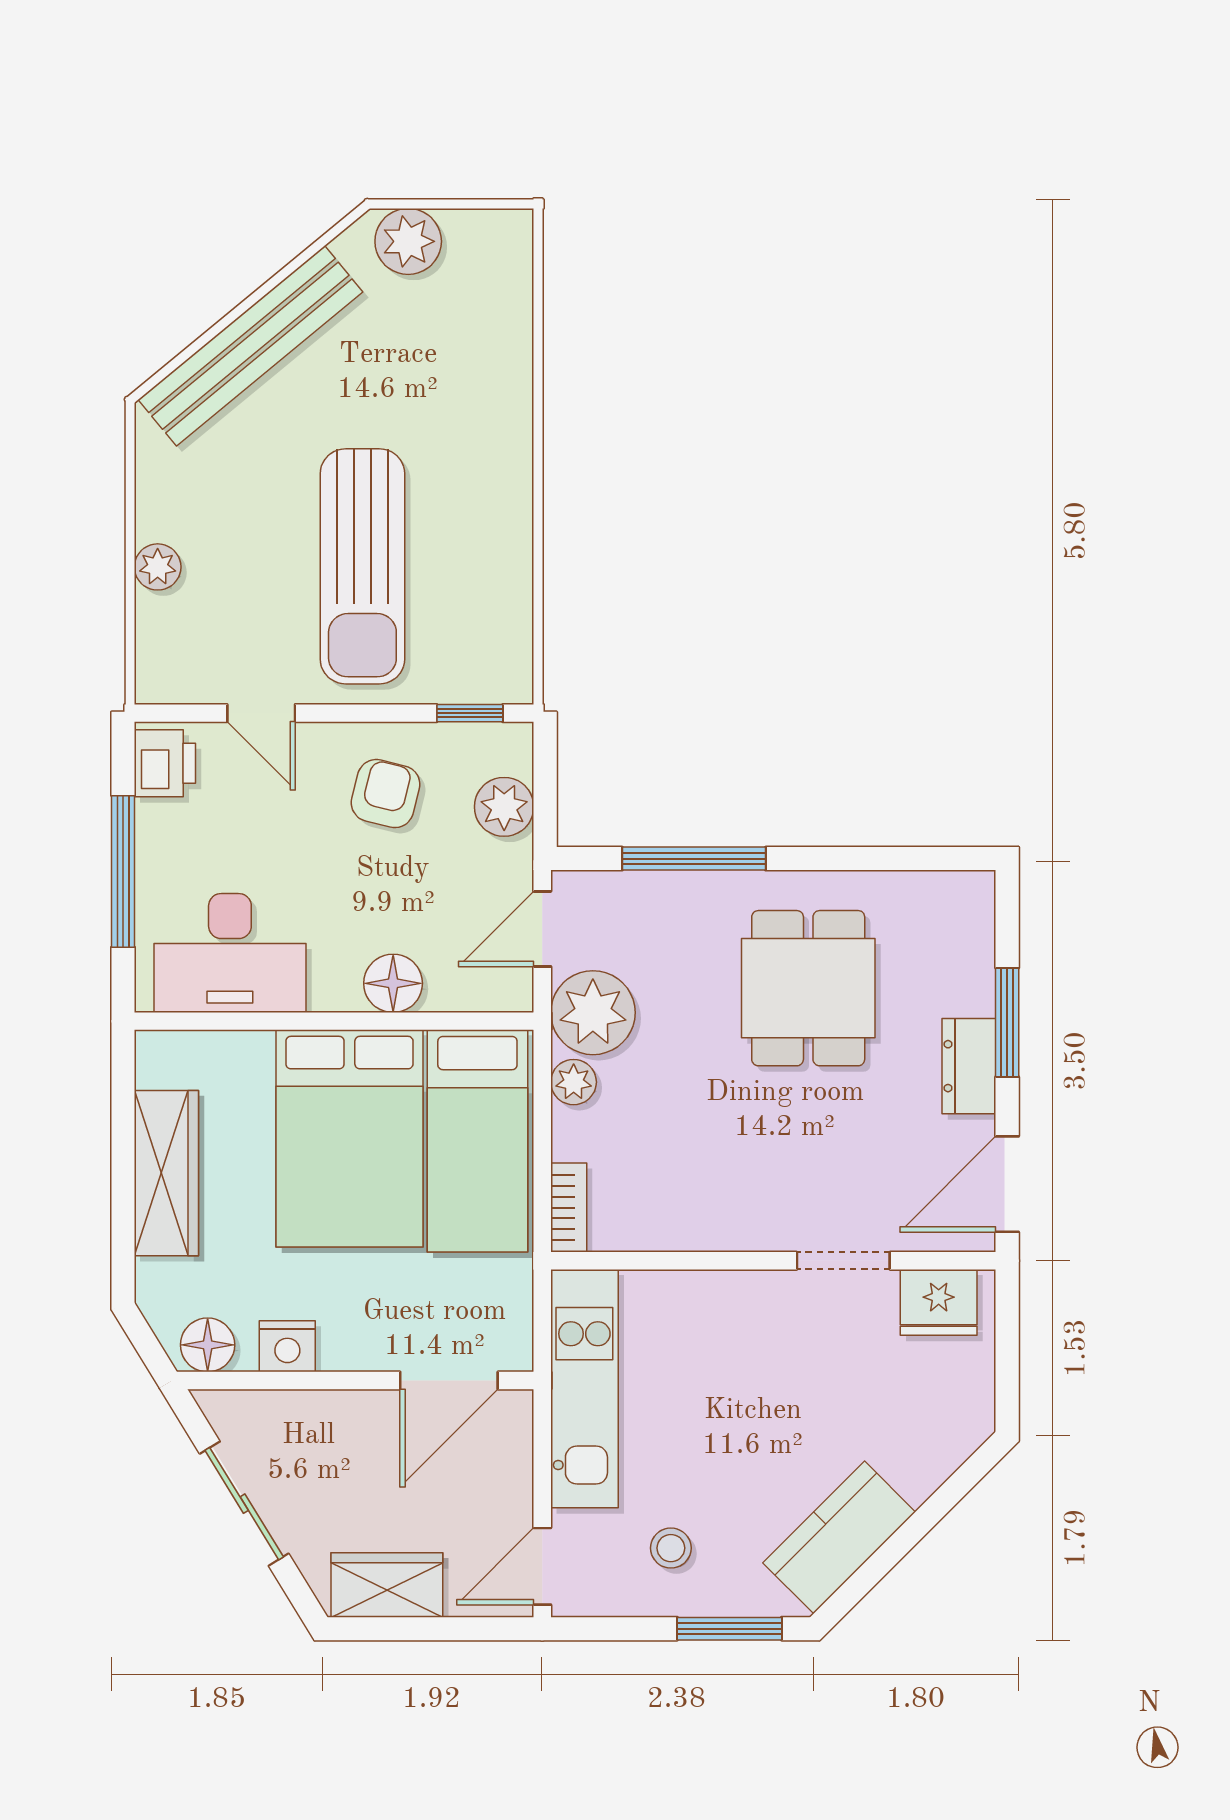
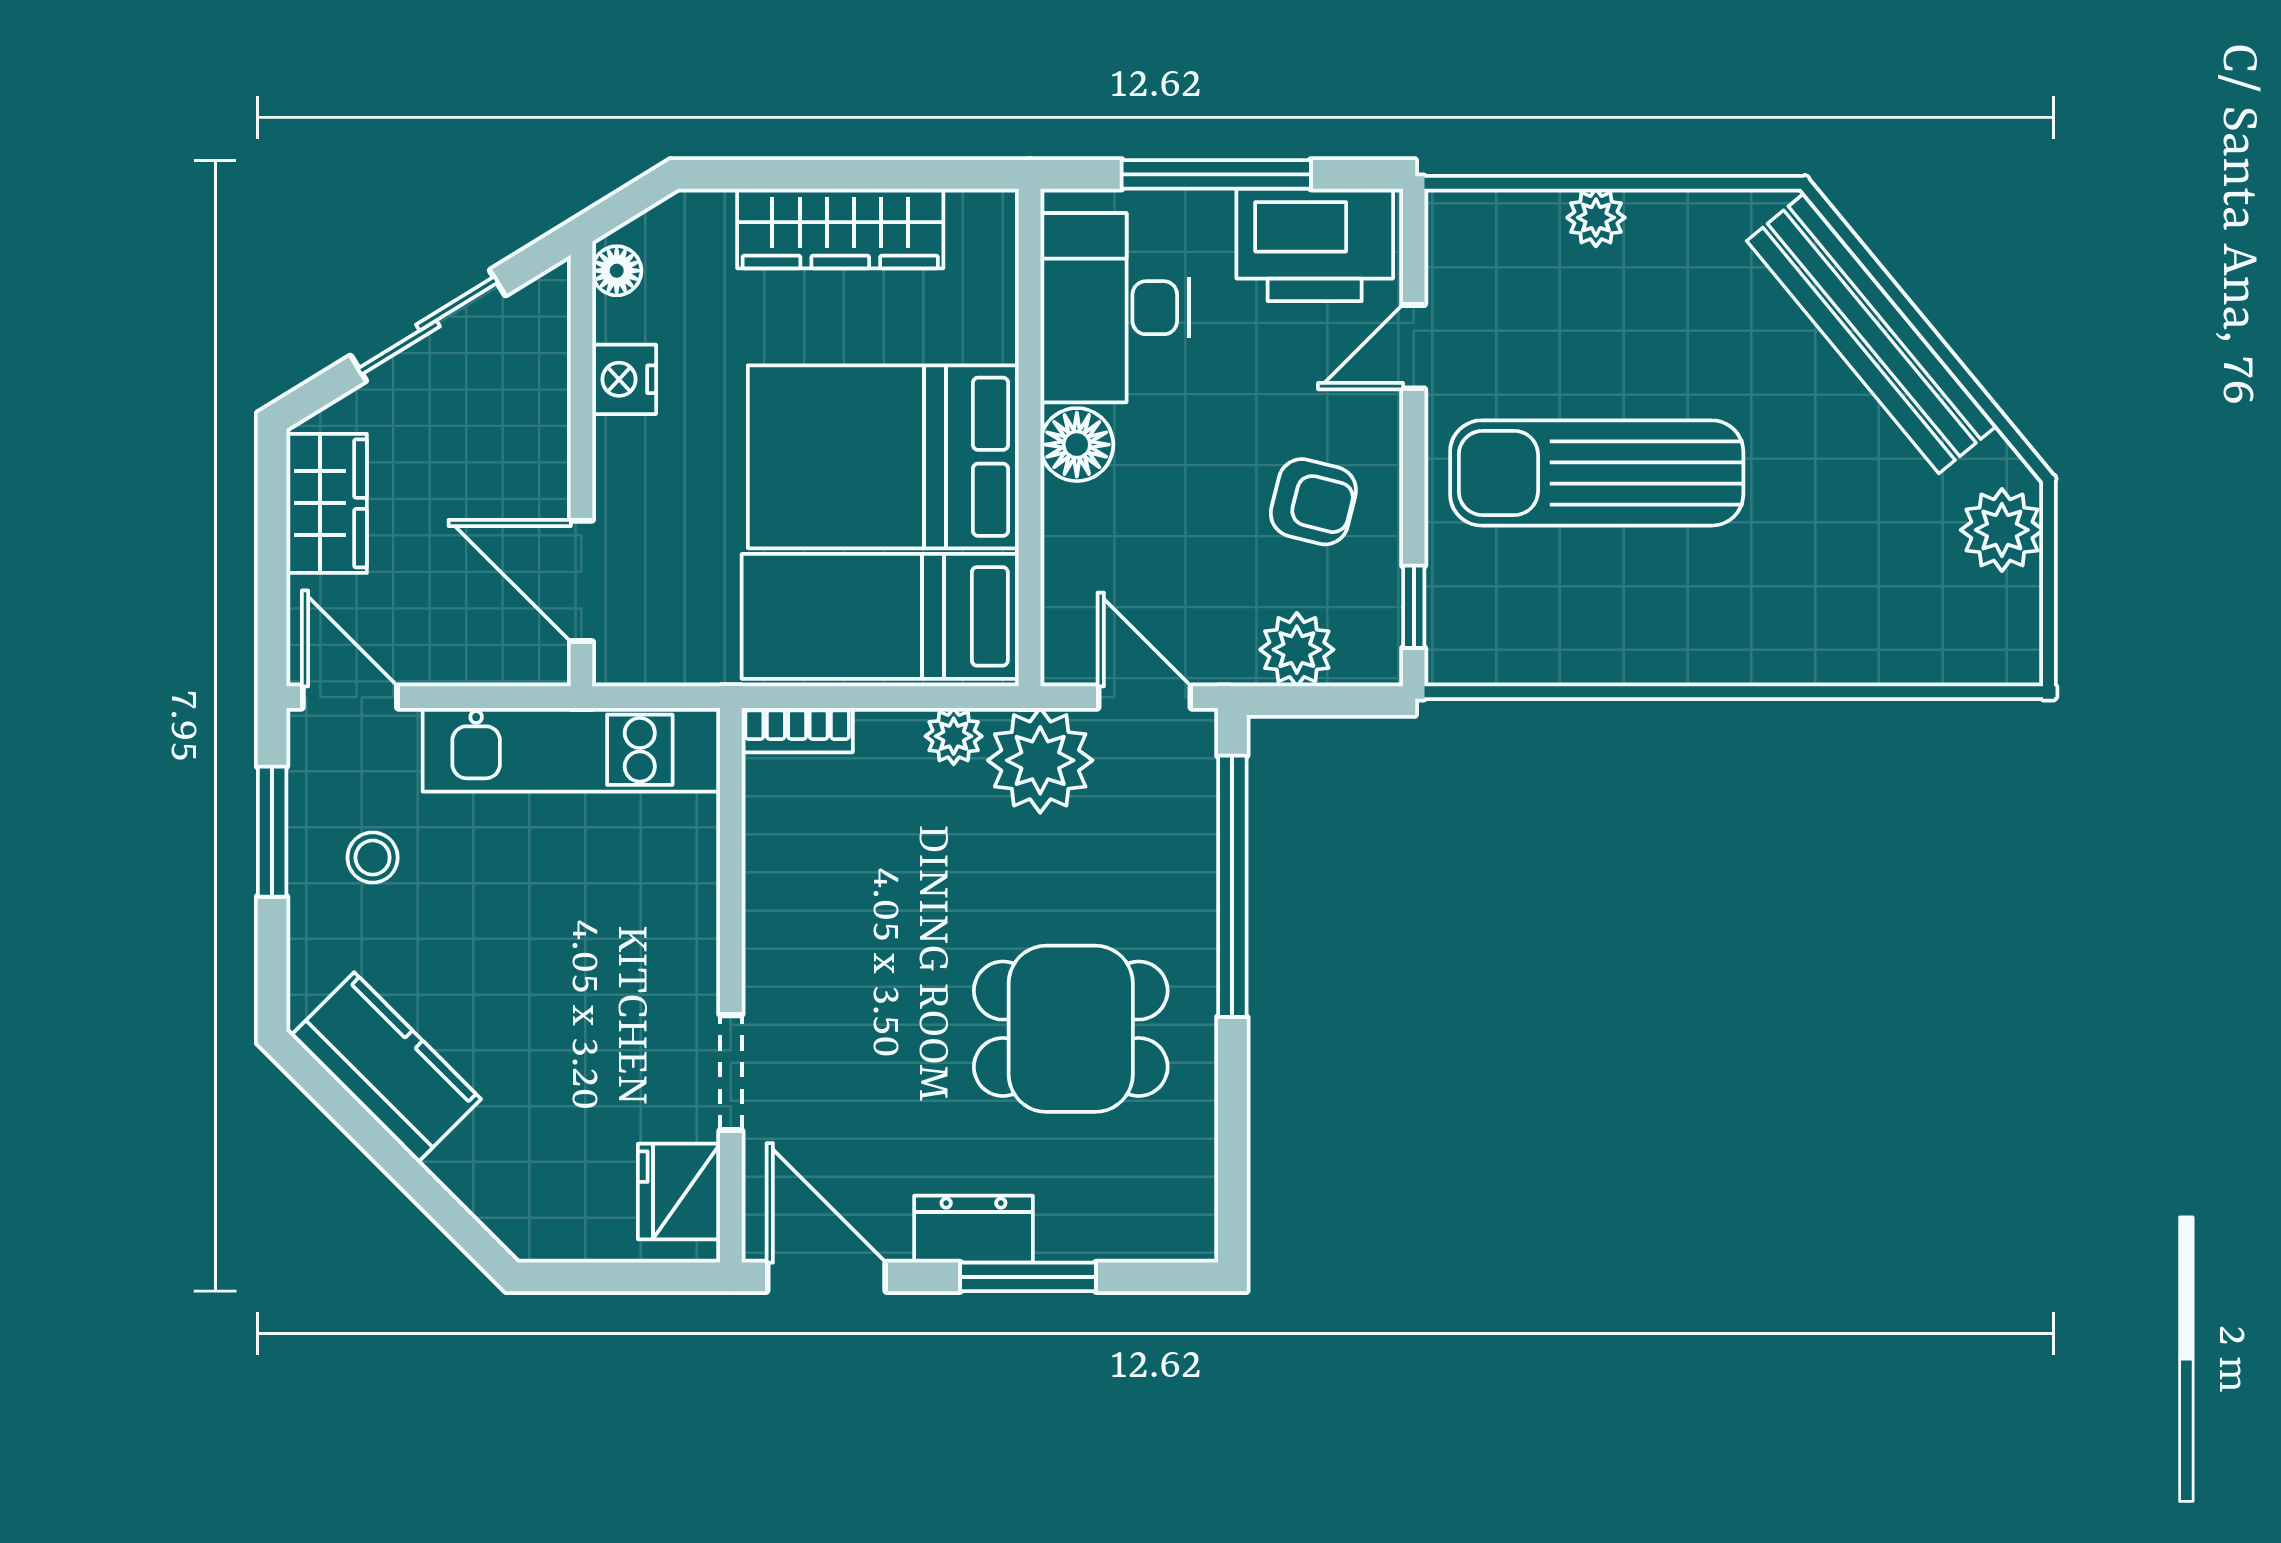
printer: (165, 763) -> (1315, 245), width x1.87, depth x1.48
window: (694, 859) -> (1232, 886), width x1.46
floor lamp: (393, 983) -> (1077, 445), moved
floor lamp: (208, 1345) -> (617, 271), width x0.73, depth x0.73
window: (729, 1629) -> (272, 832), moved

